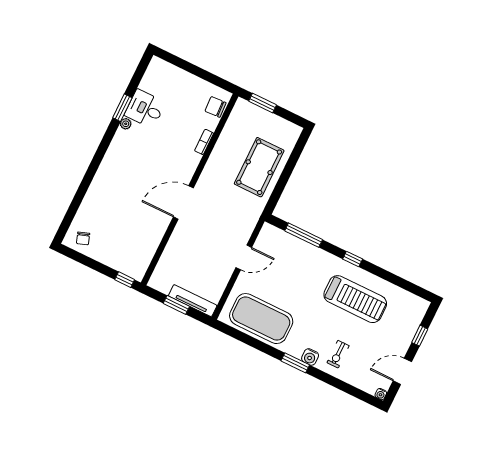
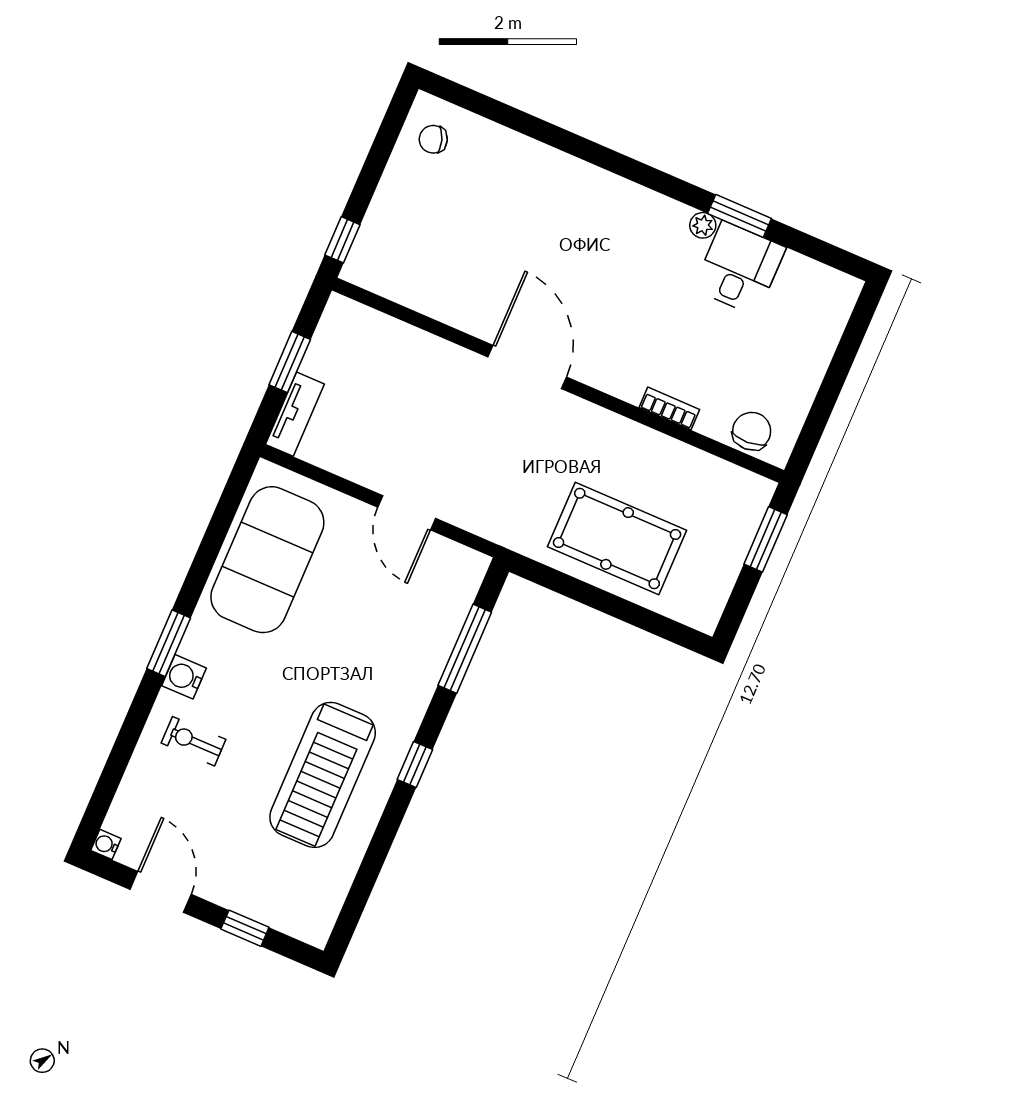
tv unit: (193, 301) -> (295, 414), width x0.71

